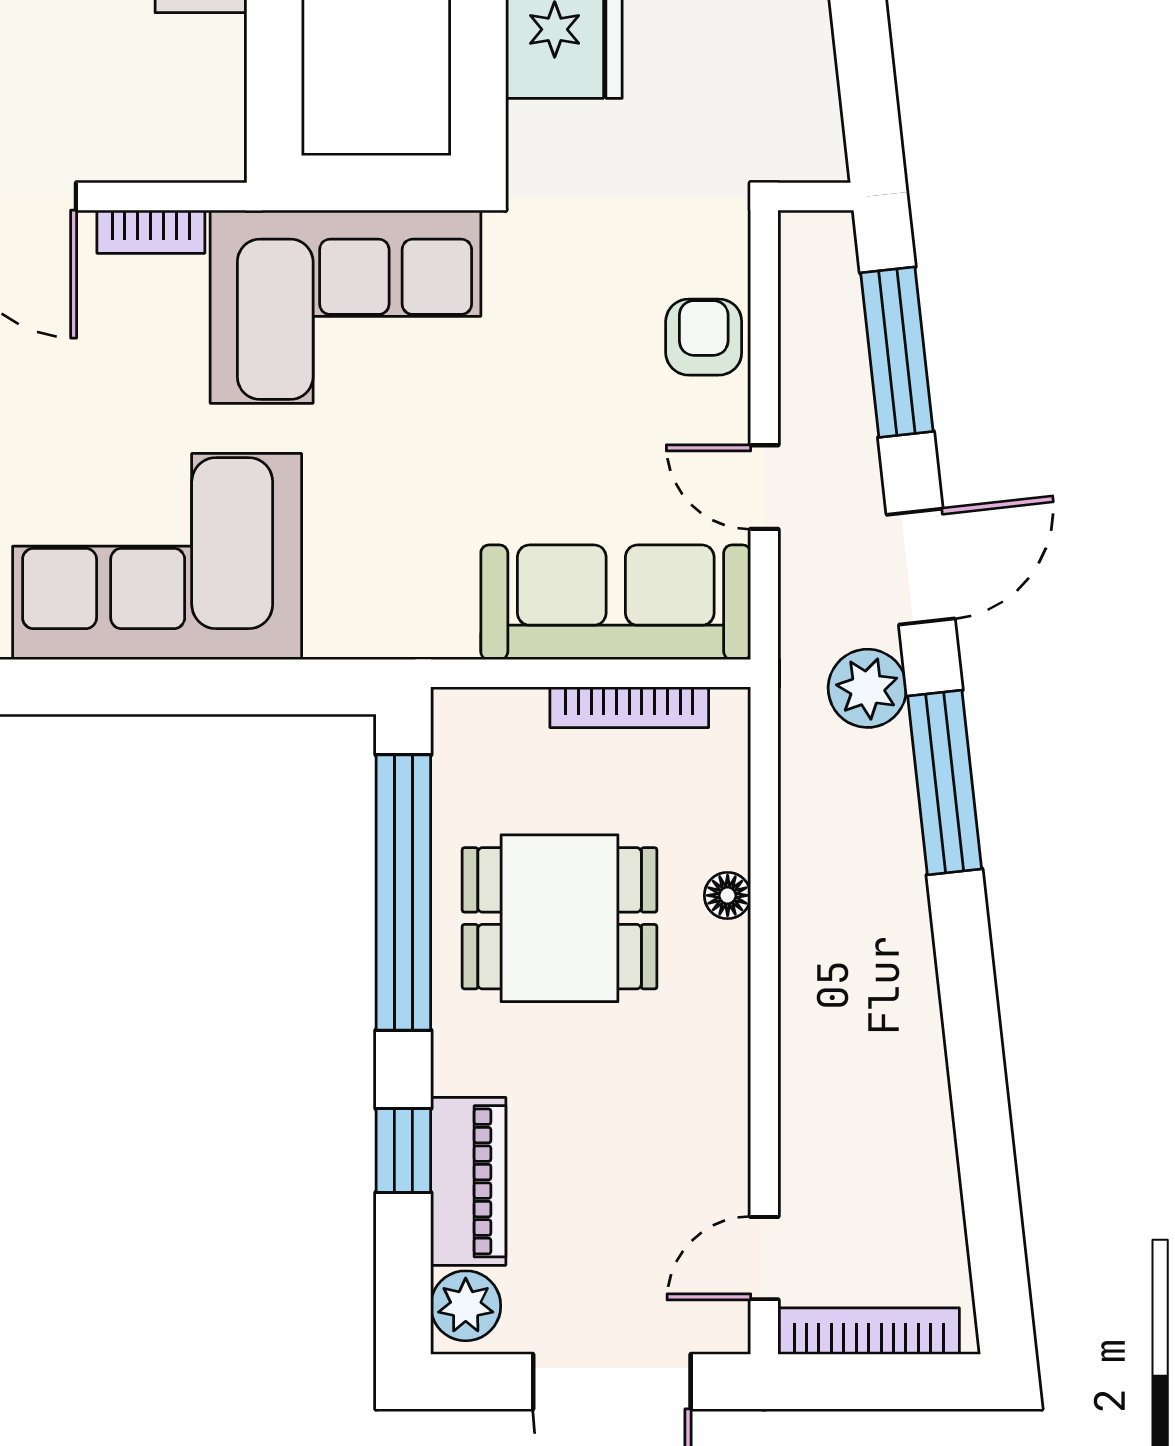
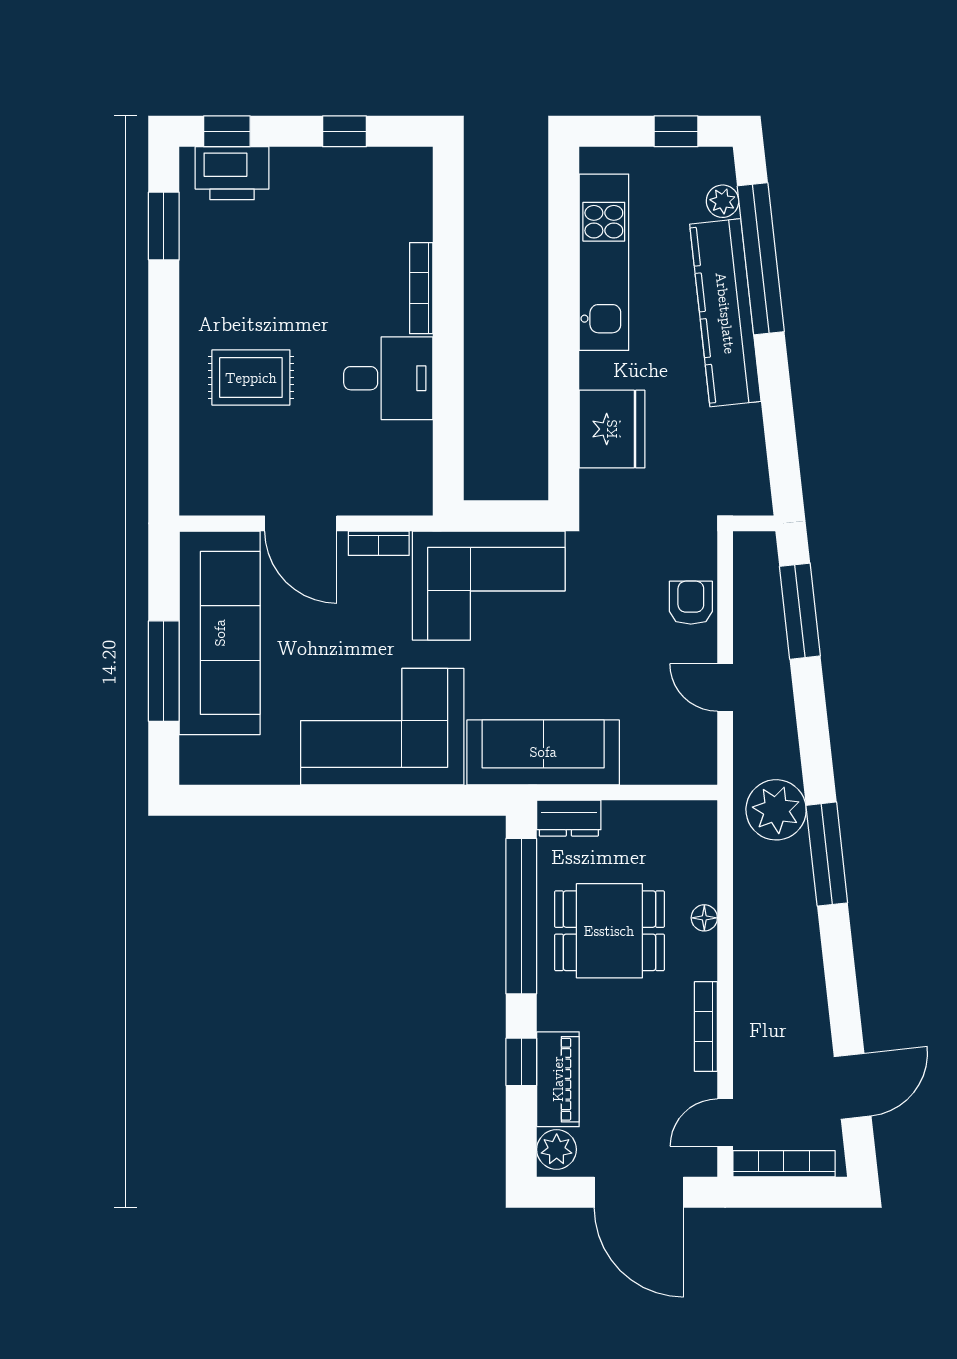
door: (921, 567) -> (853, 1086), moved
sofa: (616, 602) -> (543, 752), moved
plant: (867, 688) -> (776, 810), width x1.36, depth x1.36
bookcase: (629, 707) -> (706, 1026), moved, turned 90
dresser: (488, 719) -> (569, 818), added

